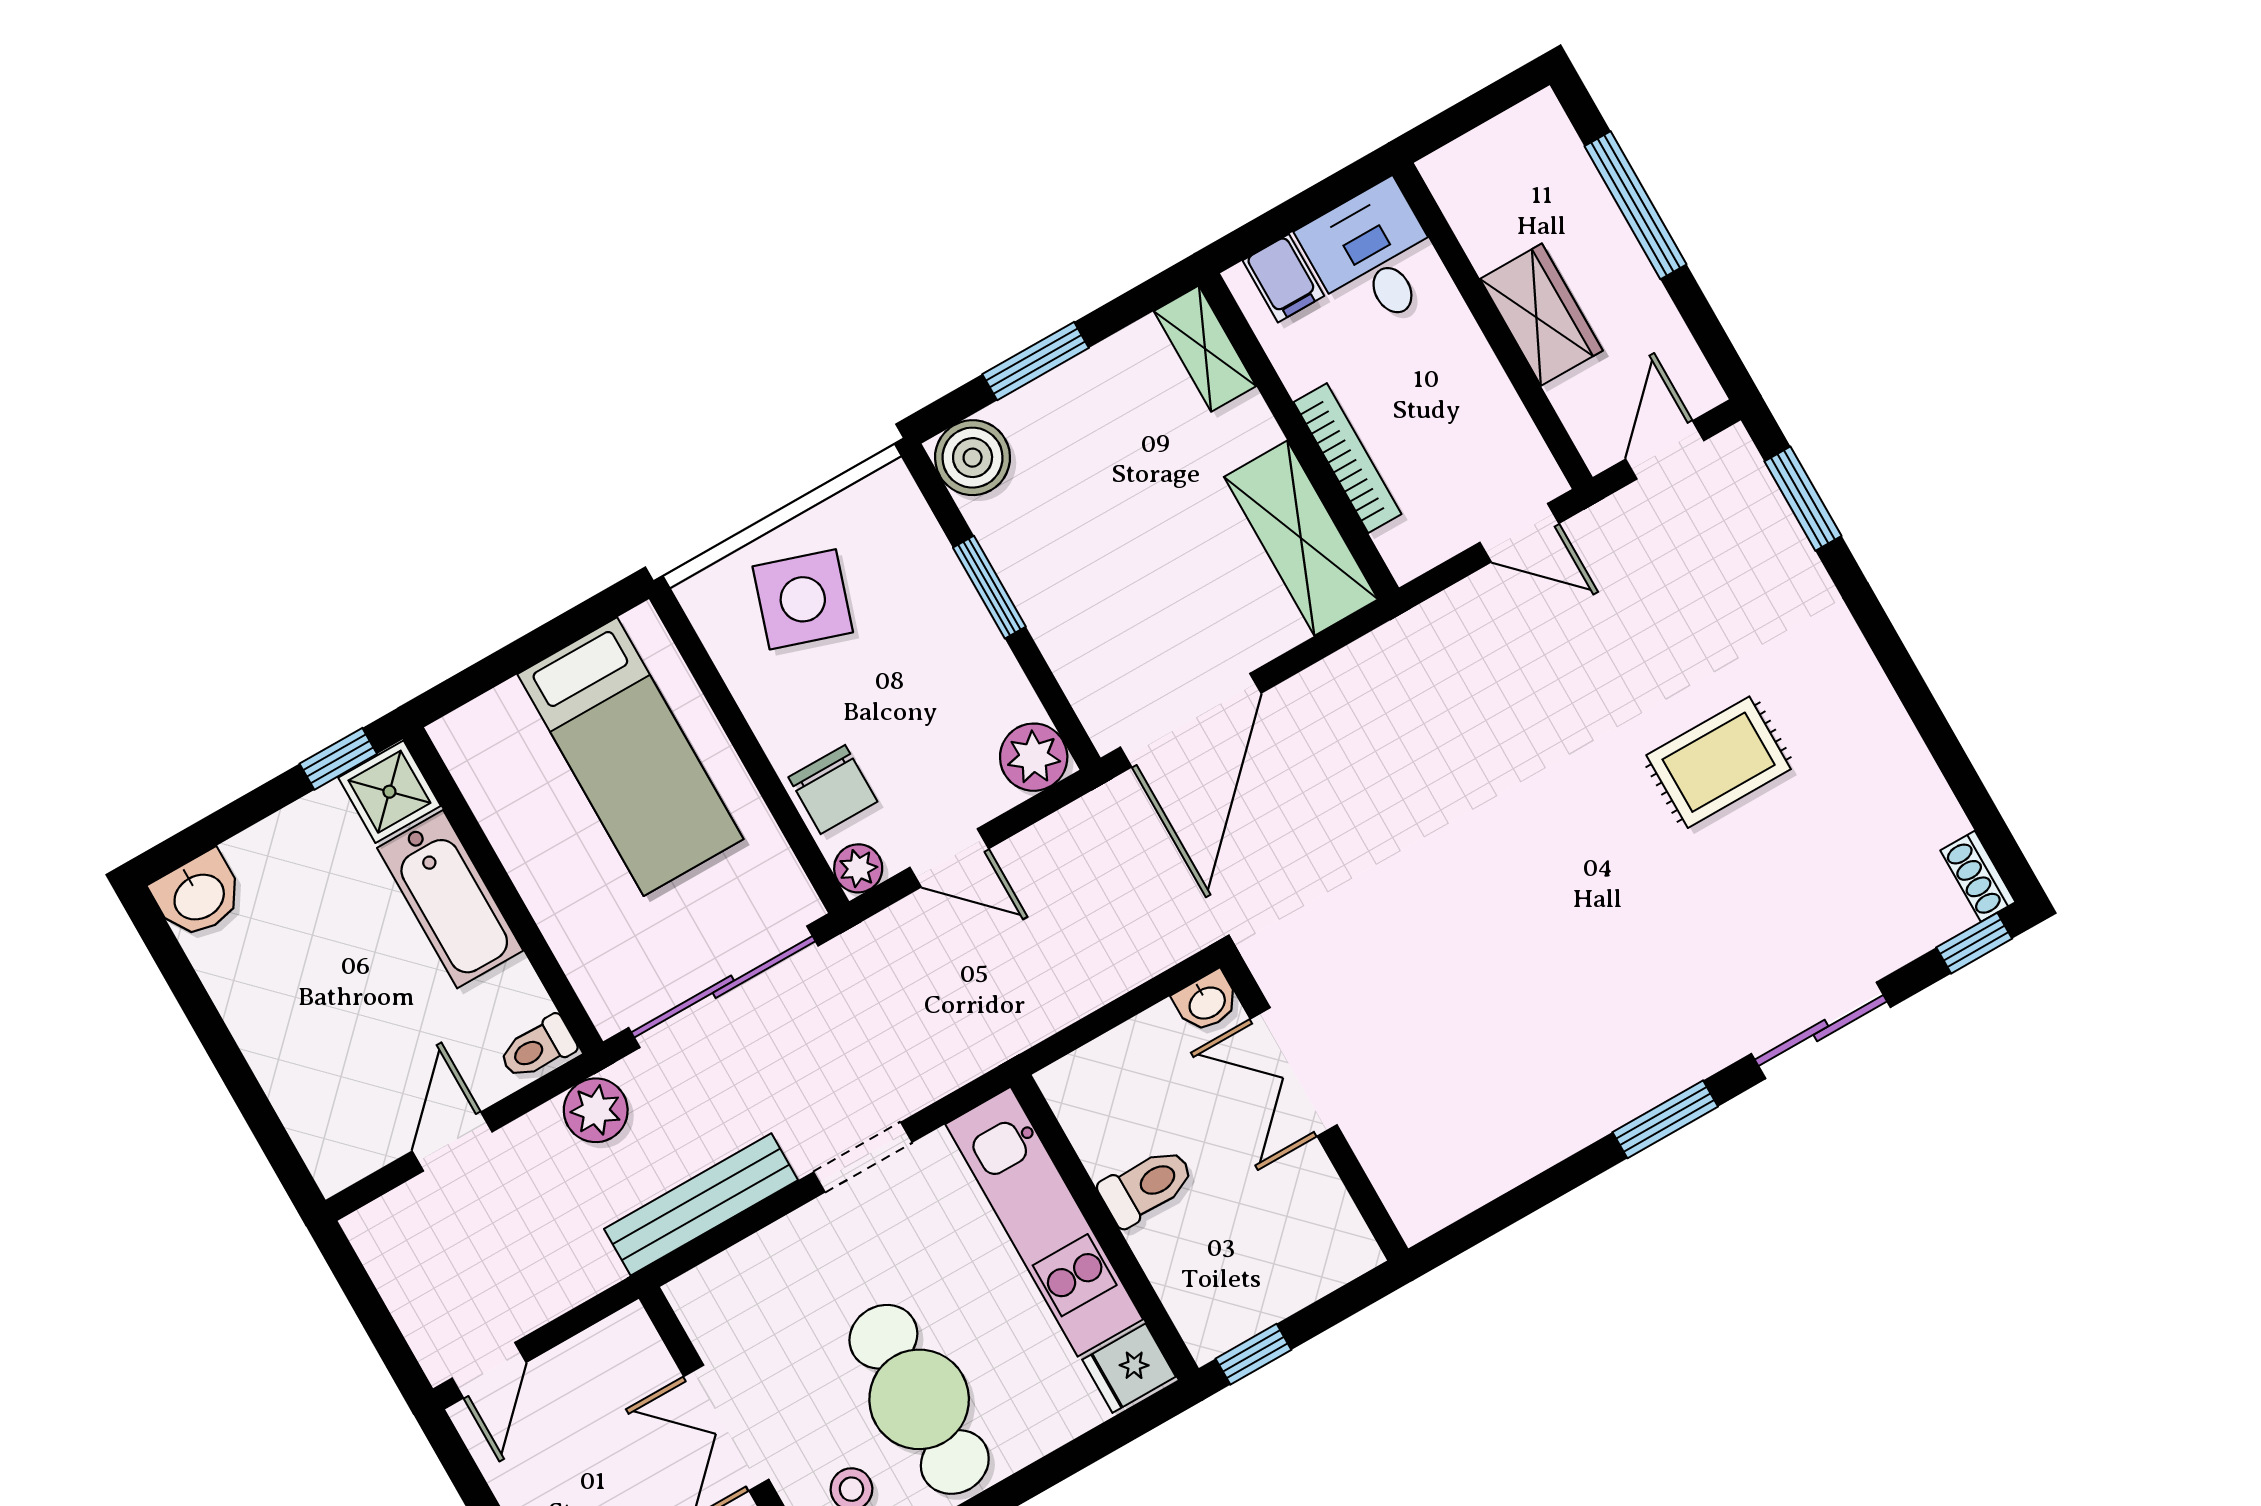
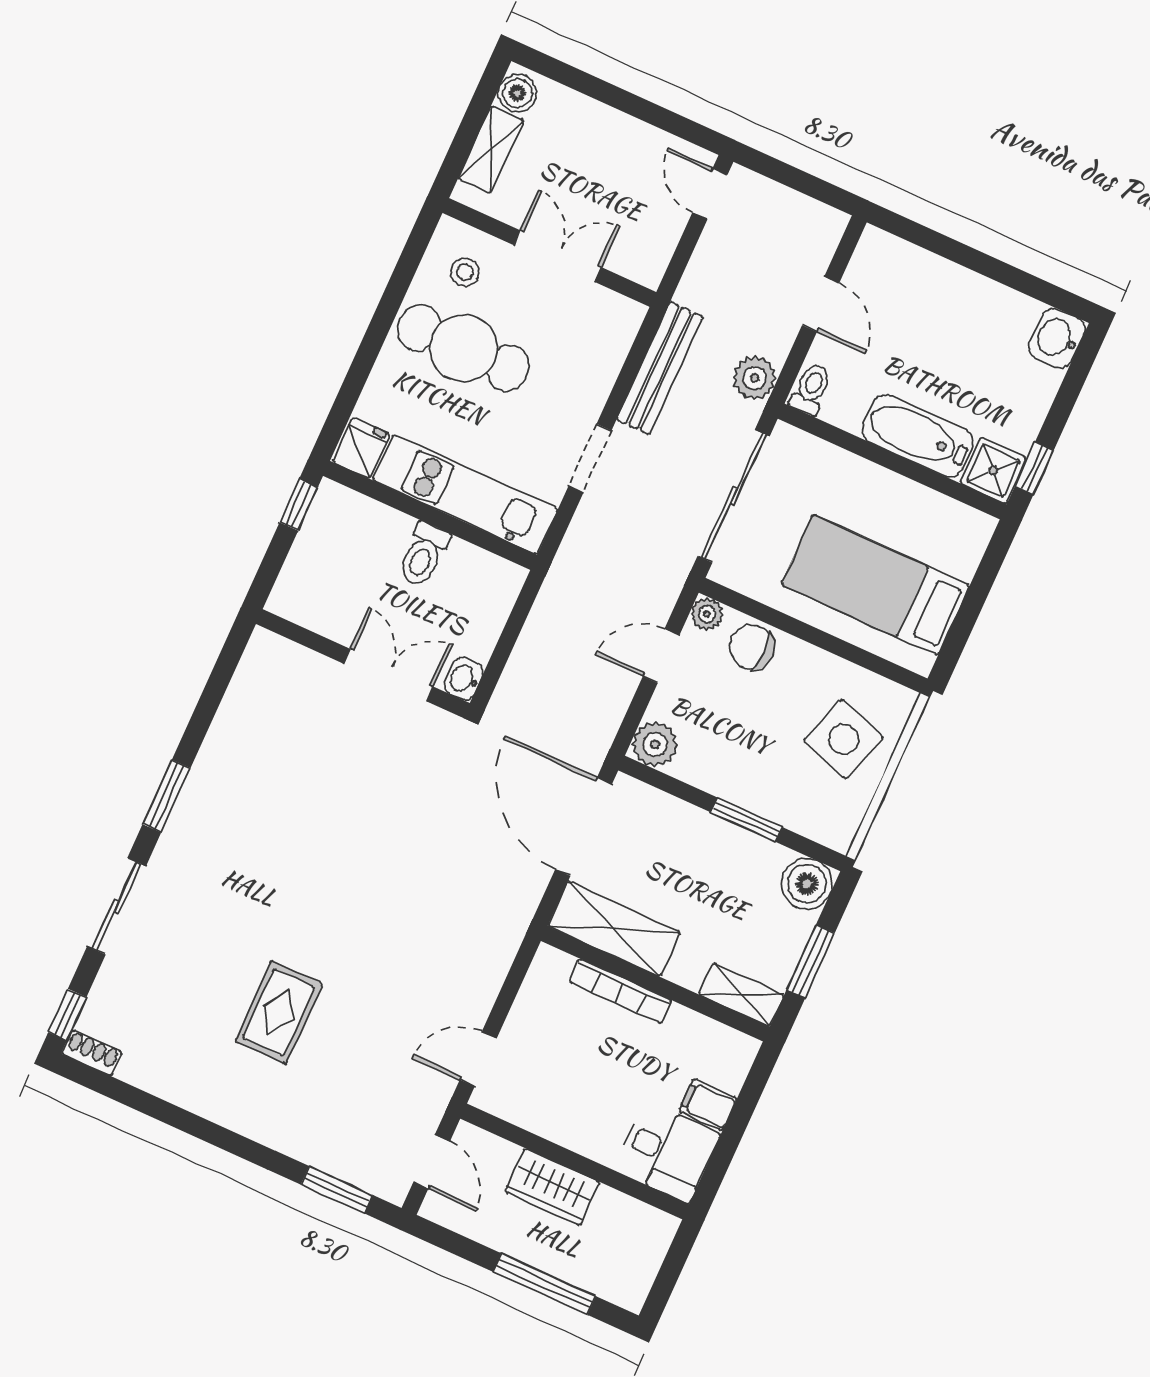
shelving: (1205, 349) -> (741, 995), moved
wall: (1299, 436) -> (655, 984), moved
bookcase: (1347, 458) -> (620, 991), moved
shelving: (1301, 538) -> (614, 929), moved

